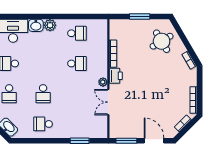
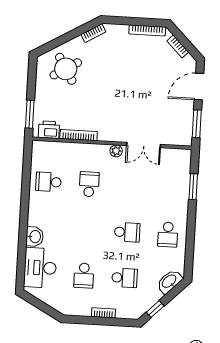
window: (140, 16) -> (30, 114), moved
plant: (50, 25) -> (36, 218), removed
school desk: (77, 33) -> (48, 182), turned -90
printer: (116, 76) -> (49, 130), moved

